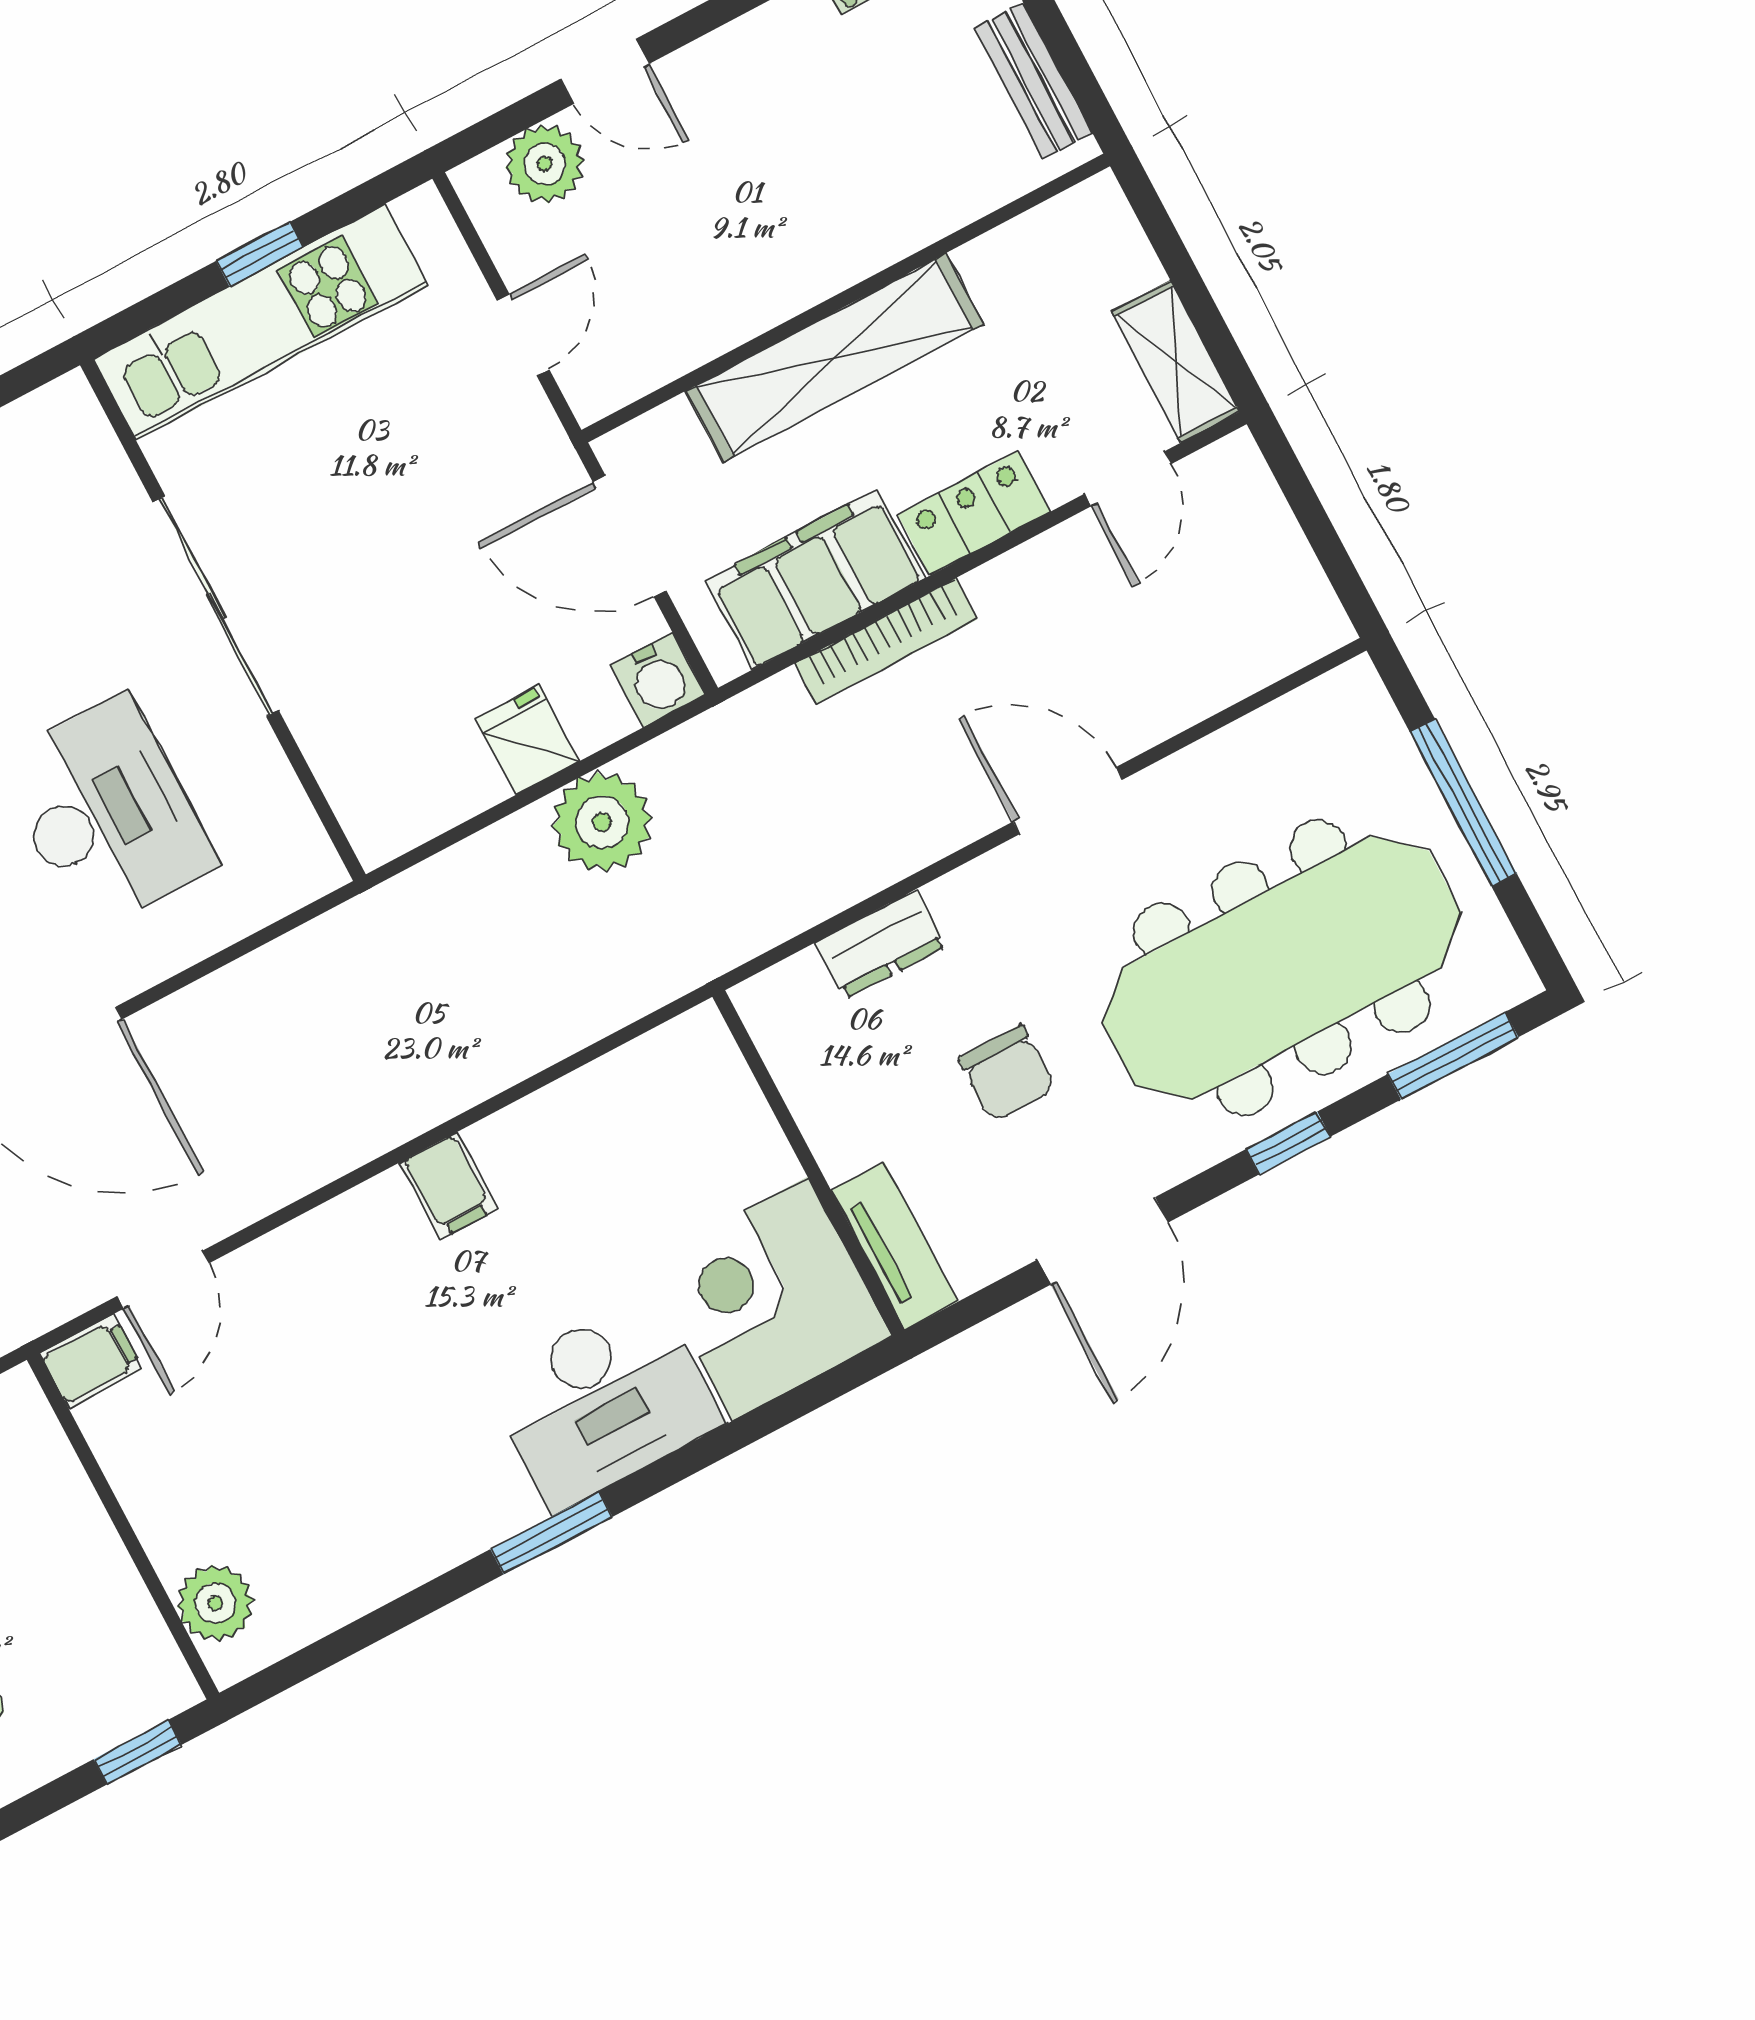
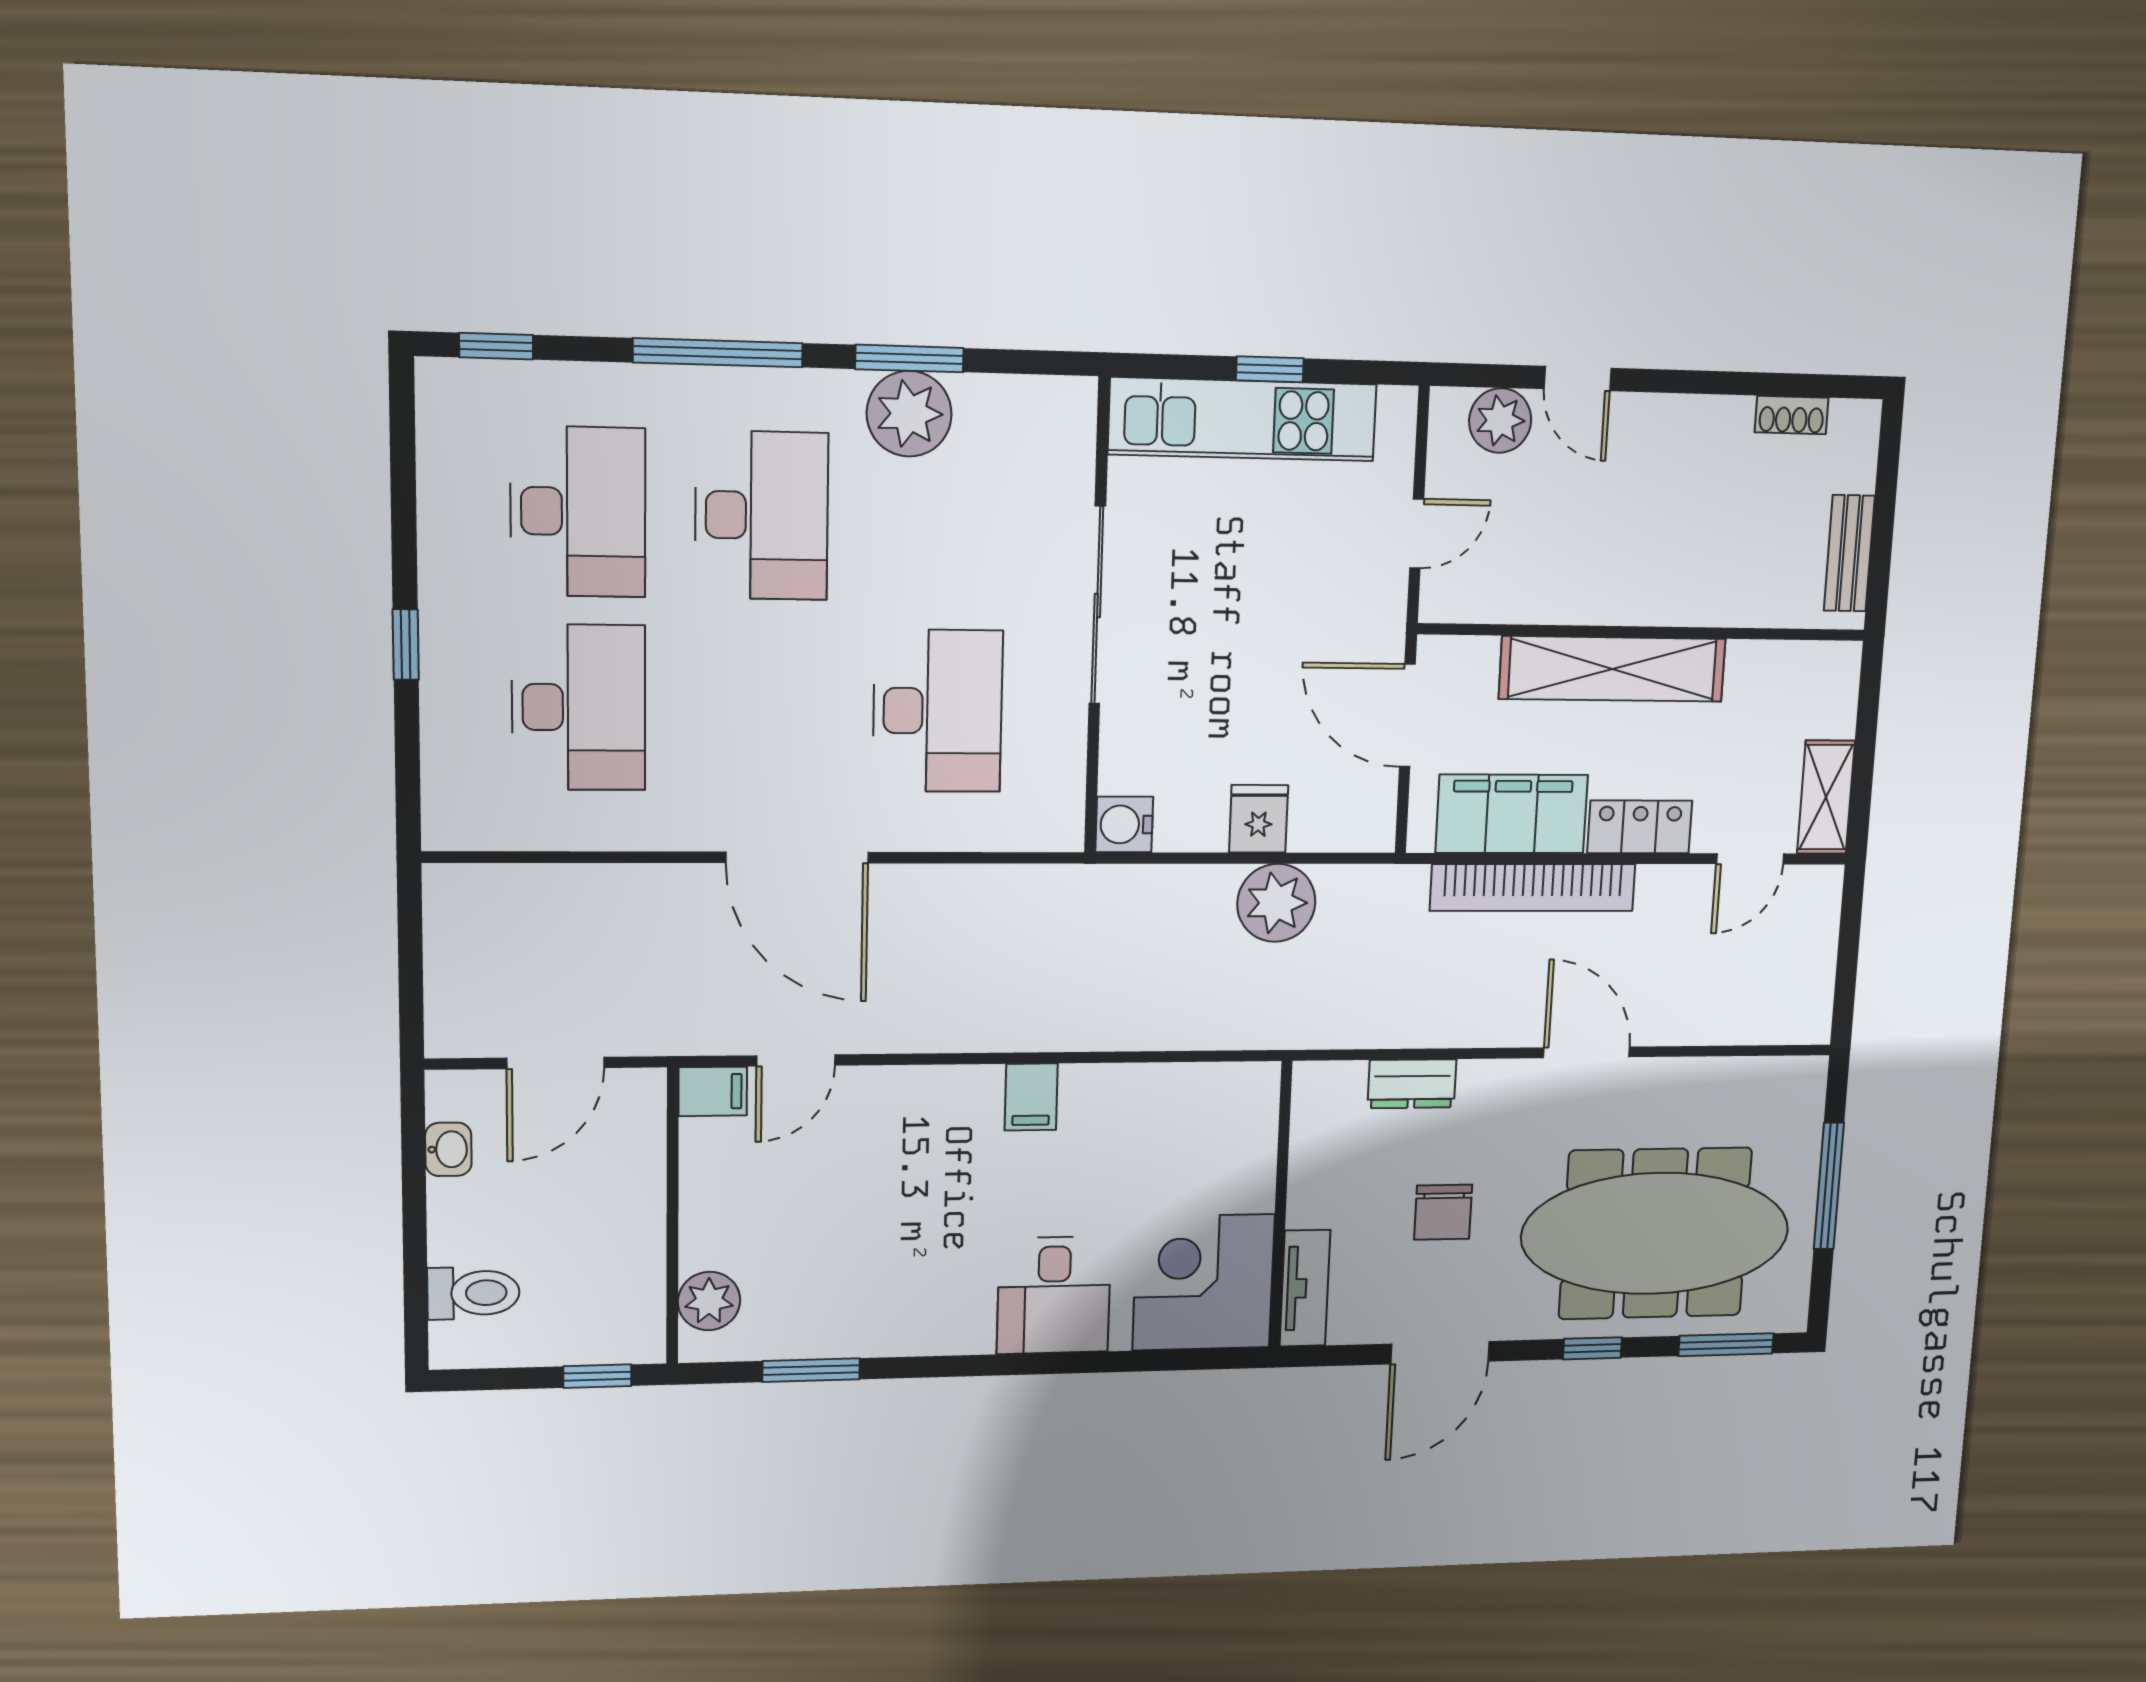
bookcase: (886, 641) -> (1533, 887), width x1.48, depth x1.31
water cooler: (658, 680) -> (1124, 824), moved, turned 90
desk: (604, 1401) -> (1054, 1295), width x0.73
window: (551, 1533) -> (811, 1370), moved

